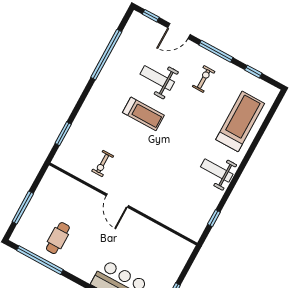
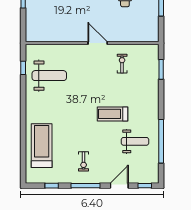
weight bench: (157, 78) -> (135, 141), moved
treadmill: (240, 121) -> (42, 146), turned 180
weight bench: (217, 171) -> (49, 76), moved, width x1.36, depth x1.33

